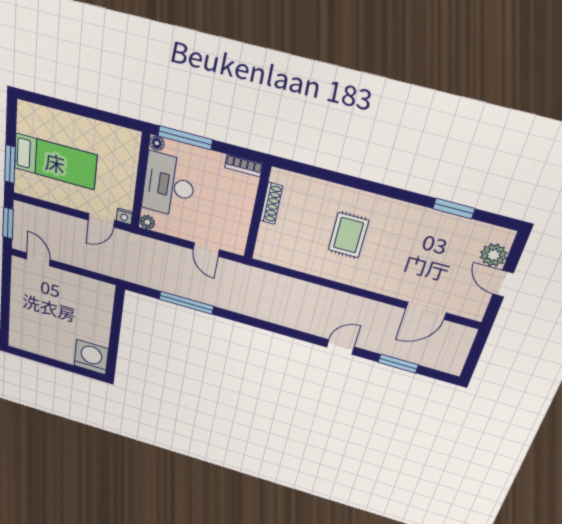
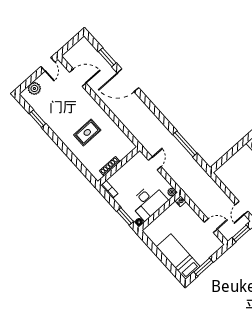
window: (185, 138) -> (125, 216), width x0.69
bed: (55, 162) -> (178, 257), moved
window: (10, 164) -> (203, 267), moved
door: (101, 220) -> (211, 226), moved
door: (503, 284) -> (48, 64), moved
door: (340, 347) -> (128, 80), width x1.88

